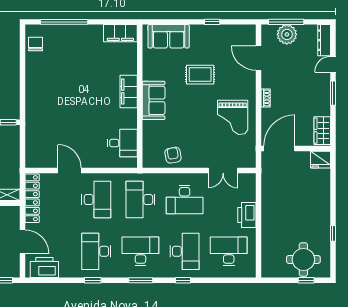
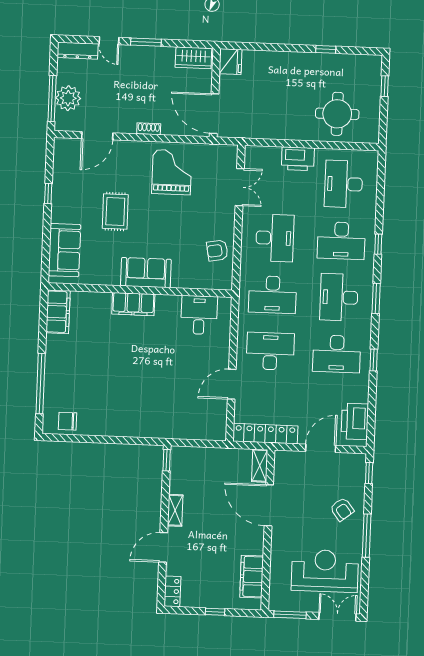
grand piano: (233, 117) -> (172, 172), turned -90
desk: (185, 251) -> (341, 241), turned 180
round table: (303, 259) -> (337, 114), moved

